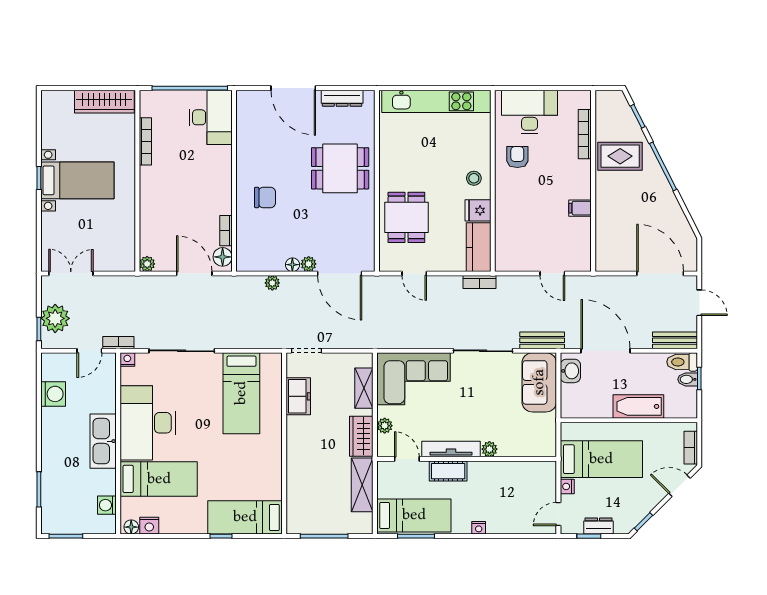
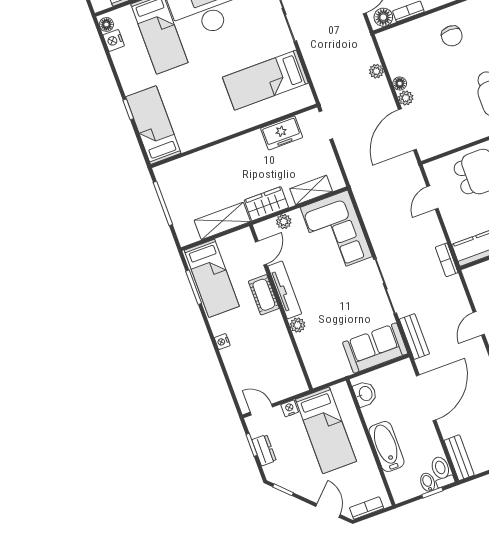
washbasin: (570, 371) -> (365, 394), moved, turned -90

